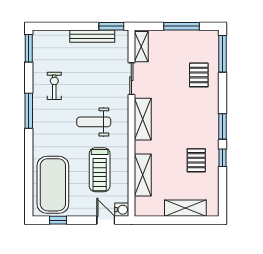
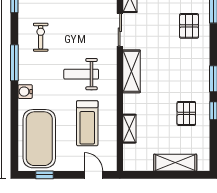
shelving: (143, 175) -> (129, 129), width x0.67, depth x0.75
water cooler: (122, 210) -> (25, 92), moved, turned 180

